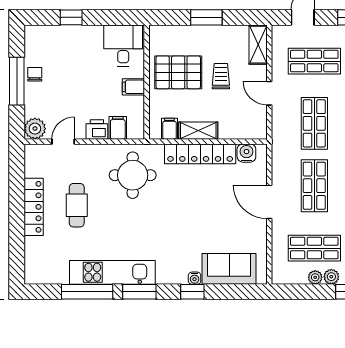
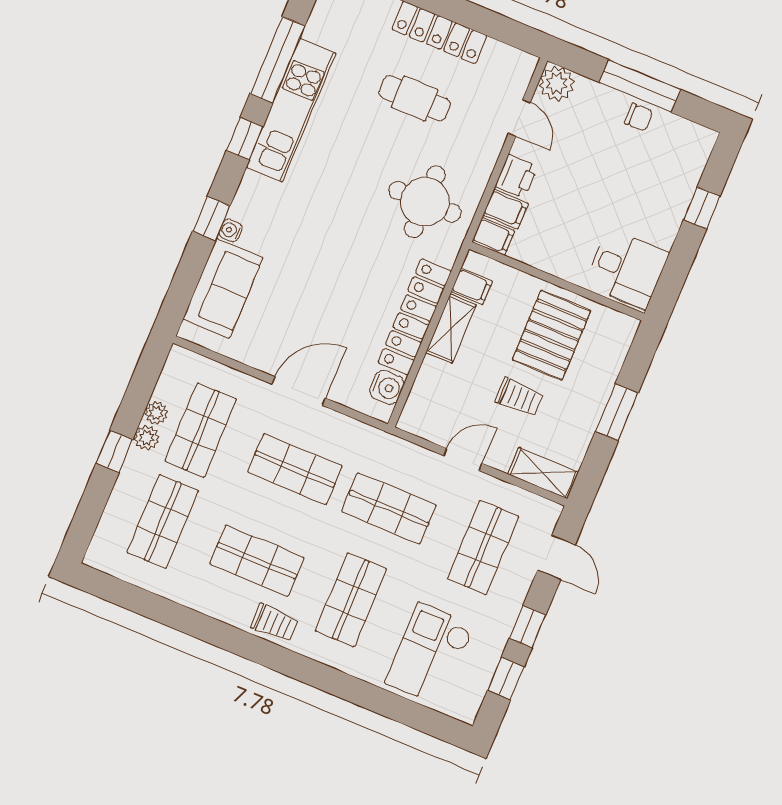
filing cabinet: (133, 87) -> (493, 236), moved, turned 90
window: (139, 292) -> (245, 139), width x0.67

